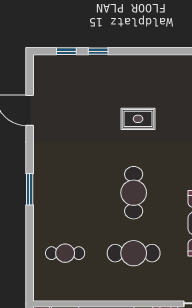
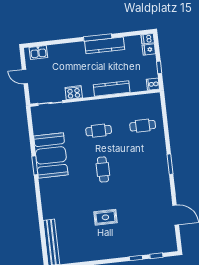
cafe table: (134, 193) -> (103, 169), width x0.73, depth x0.74
cafe table: (134, 253) -> (99, 131), width x0.73, depth x0.74

